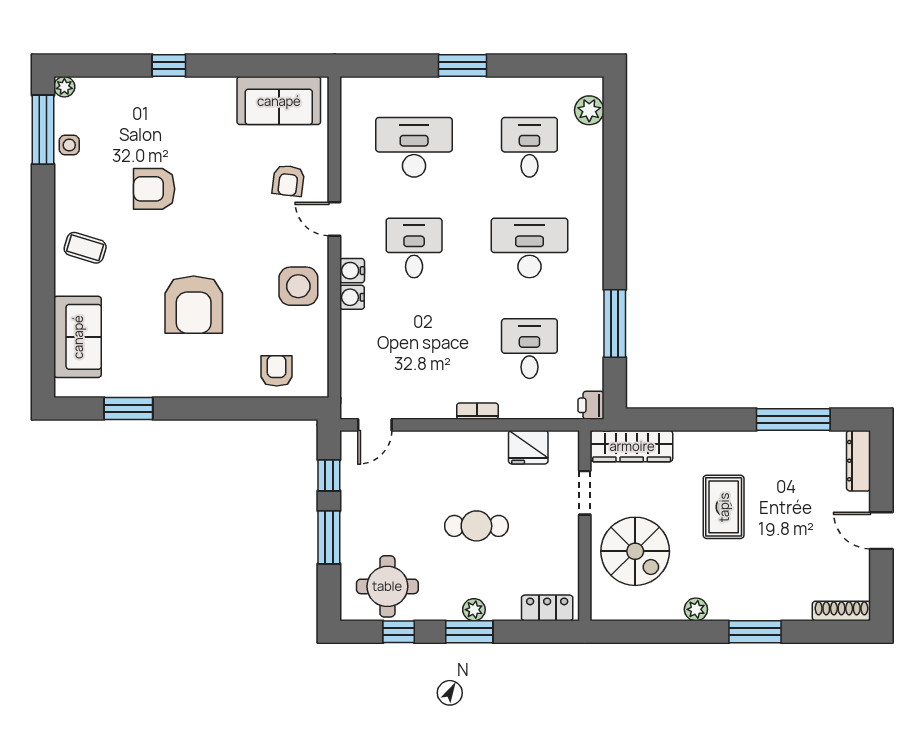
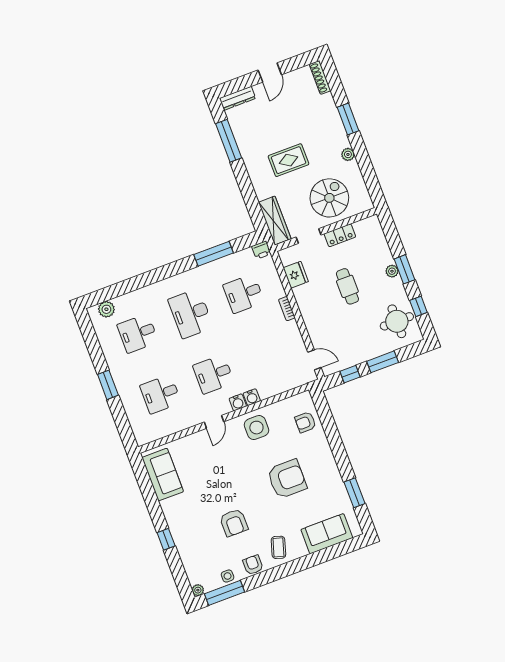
desk: (414, 147) -> (161, 394), width x0.73
armchair: (288, 181) -> (253, 565), moved, turned -97
locker: (547, 608) -> (340, 235), moved, turned -90

